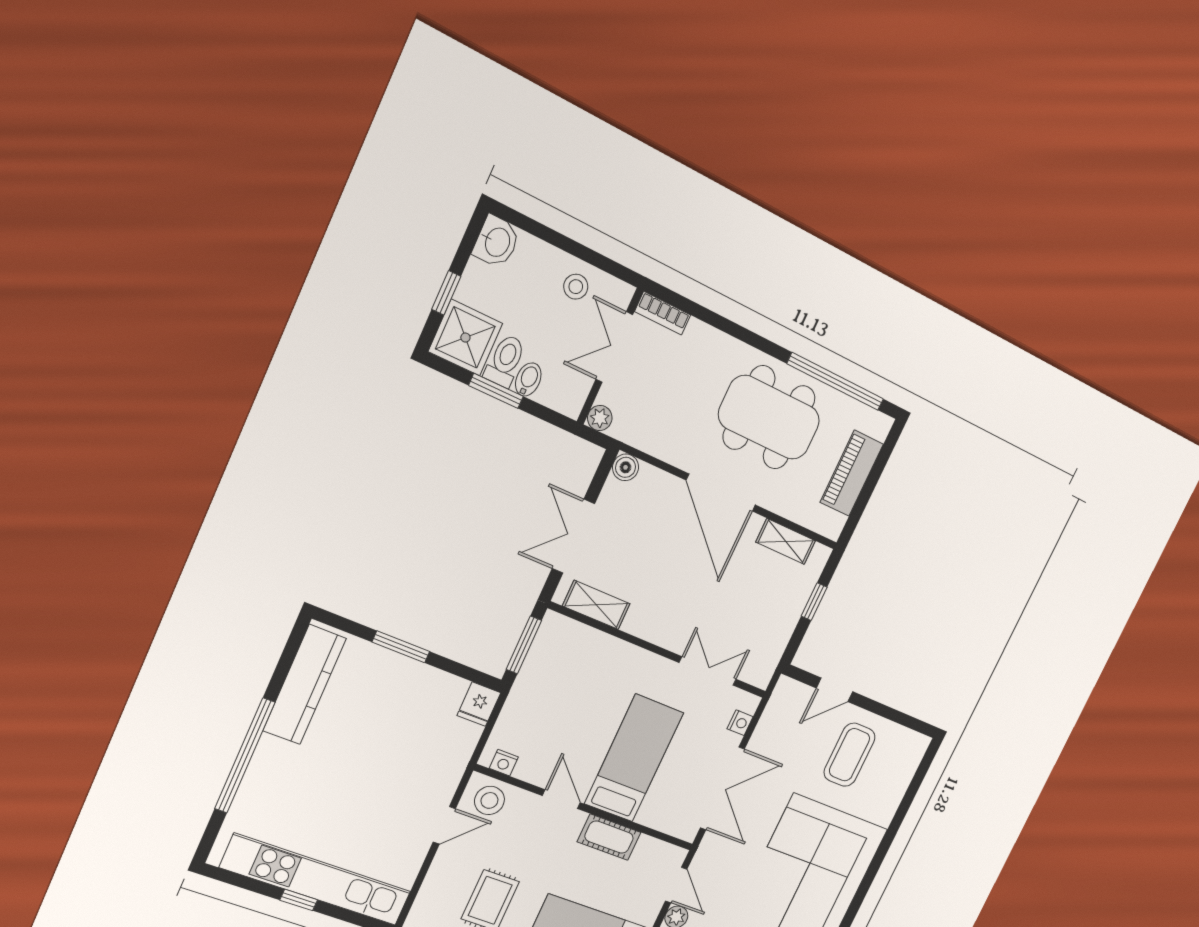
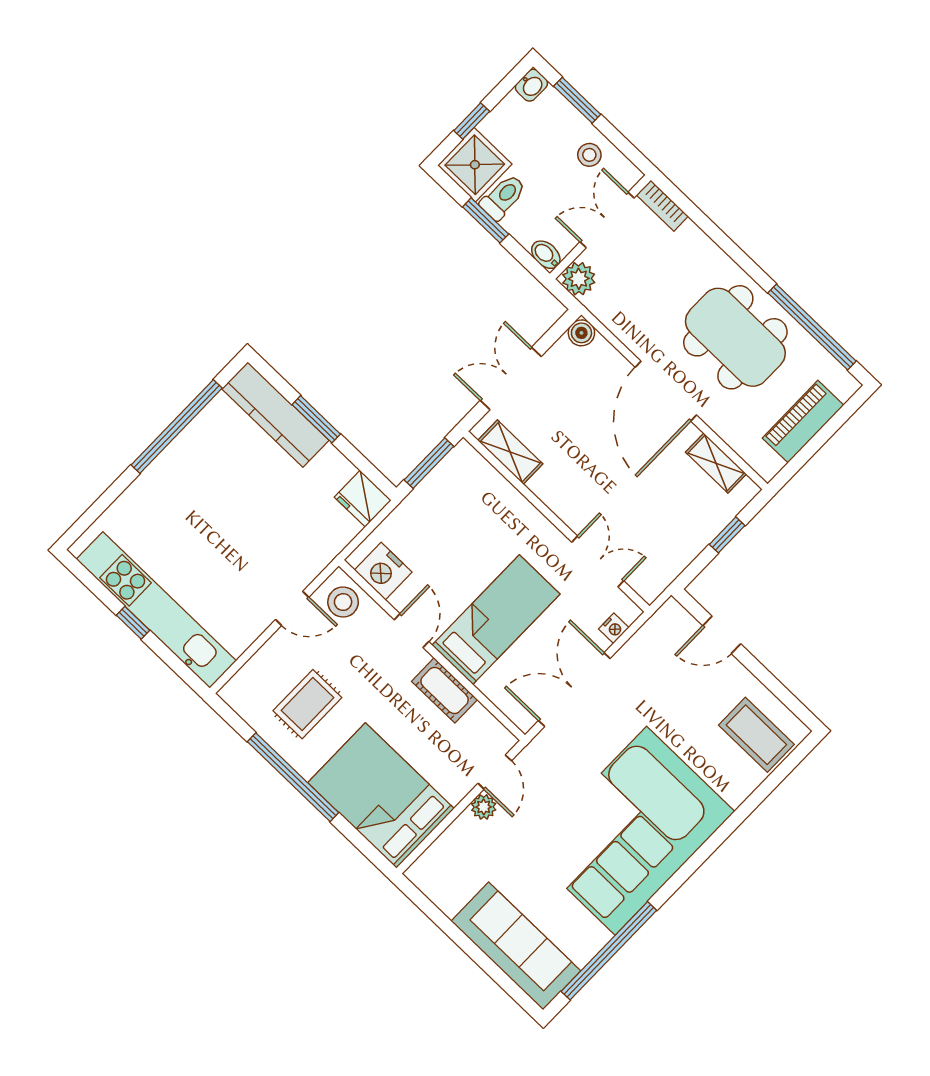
window: (545, 233) -> (577, 100), added
washbasin: (497, 242) -> (531, 85), width x0.72, depth x0.69
bidet: (528, 379) -> (546, 255), moved, turned -90
plant: (600, 418) -> (579, 279), width x1.38, depth x1.38
kitchen counter: (304, 685) -> (275, 415), moved, turned 90
fridge: (479, 704) -> (363, 499), width x1.38
coffee table: (849, 755) -> (756, 735), moved, turned 90
window: (245, 756) -> (177, 427), moved
nightstand: (504, 763) -> (383, 571), width x1.89, depth x1.79
double door: (722, 788) -> (574, 690), swing flipped

